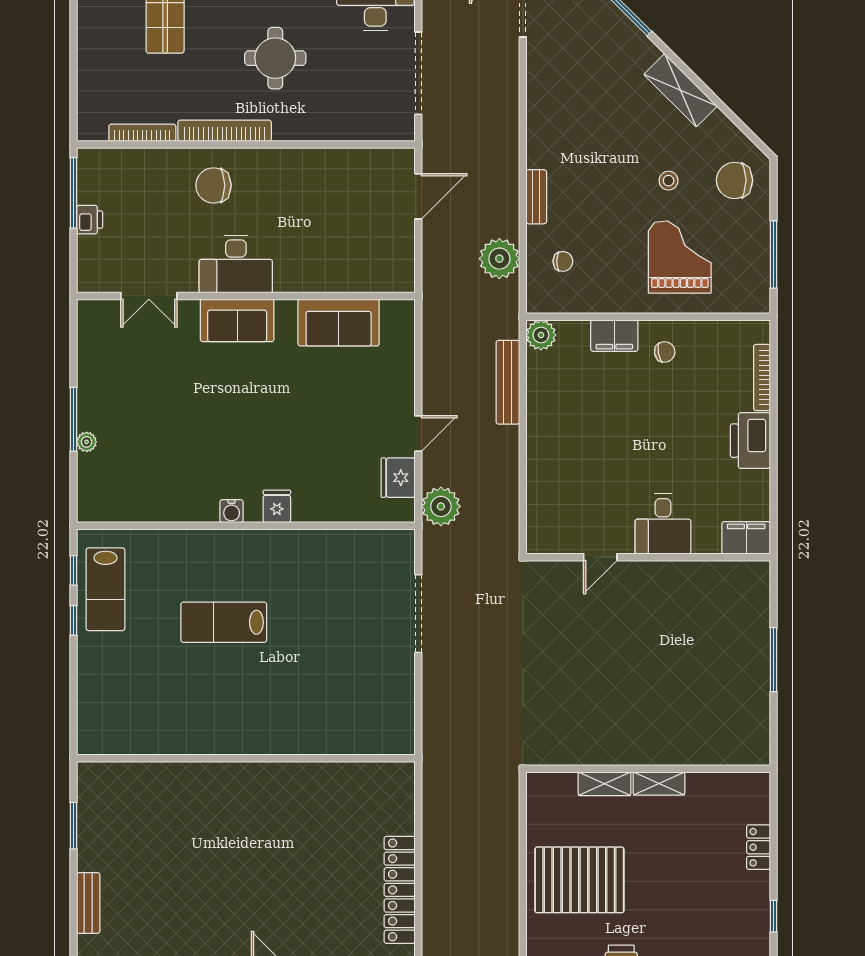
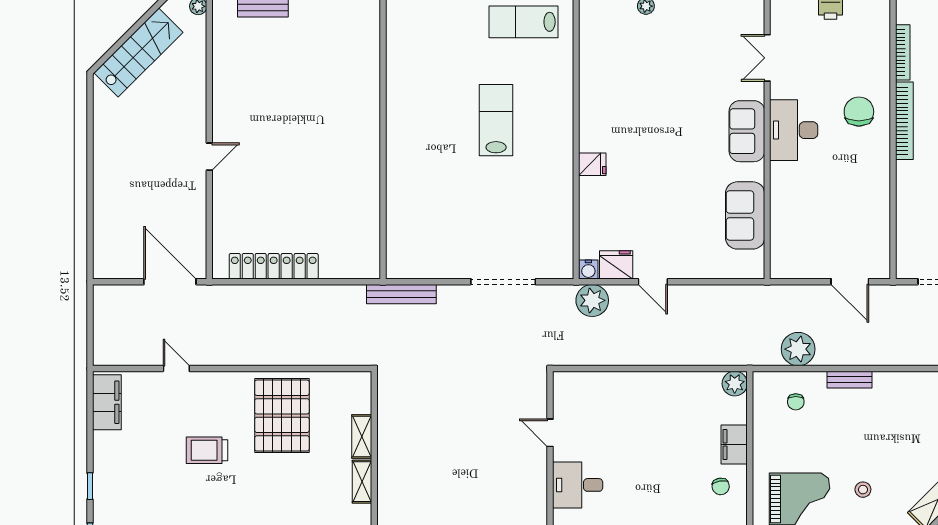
bench: (508, 382) -> (401, 294), moved
water cooler: (232, 511) -> (588, 269), moved, turned -90

